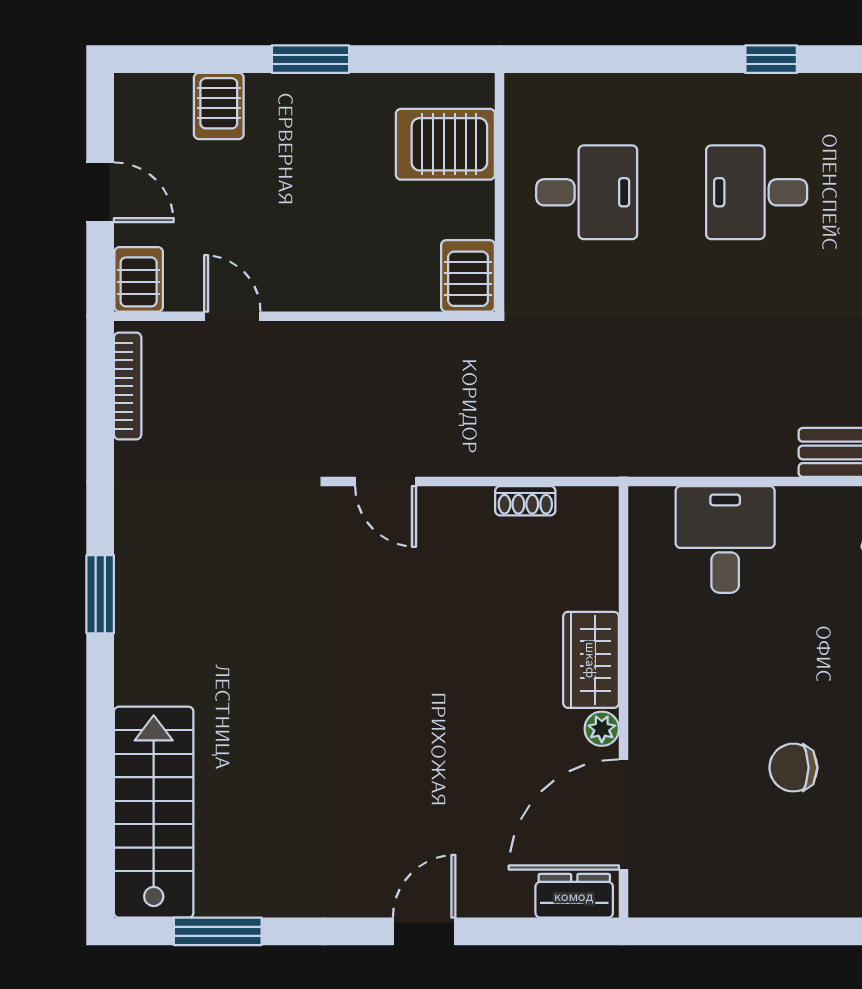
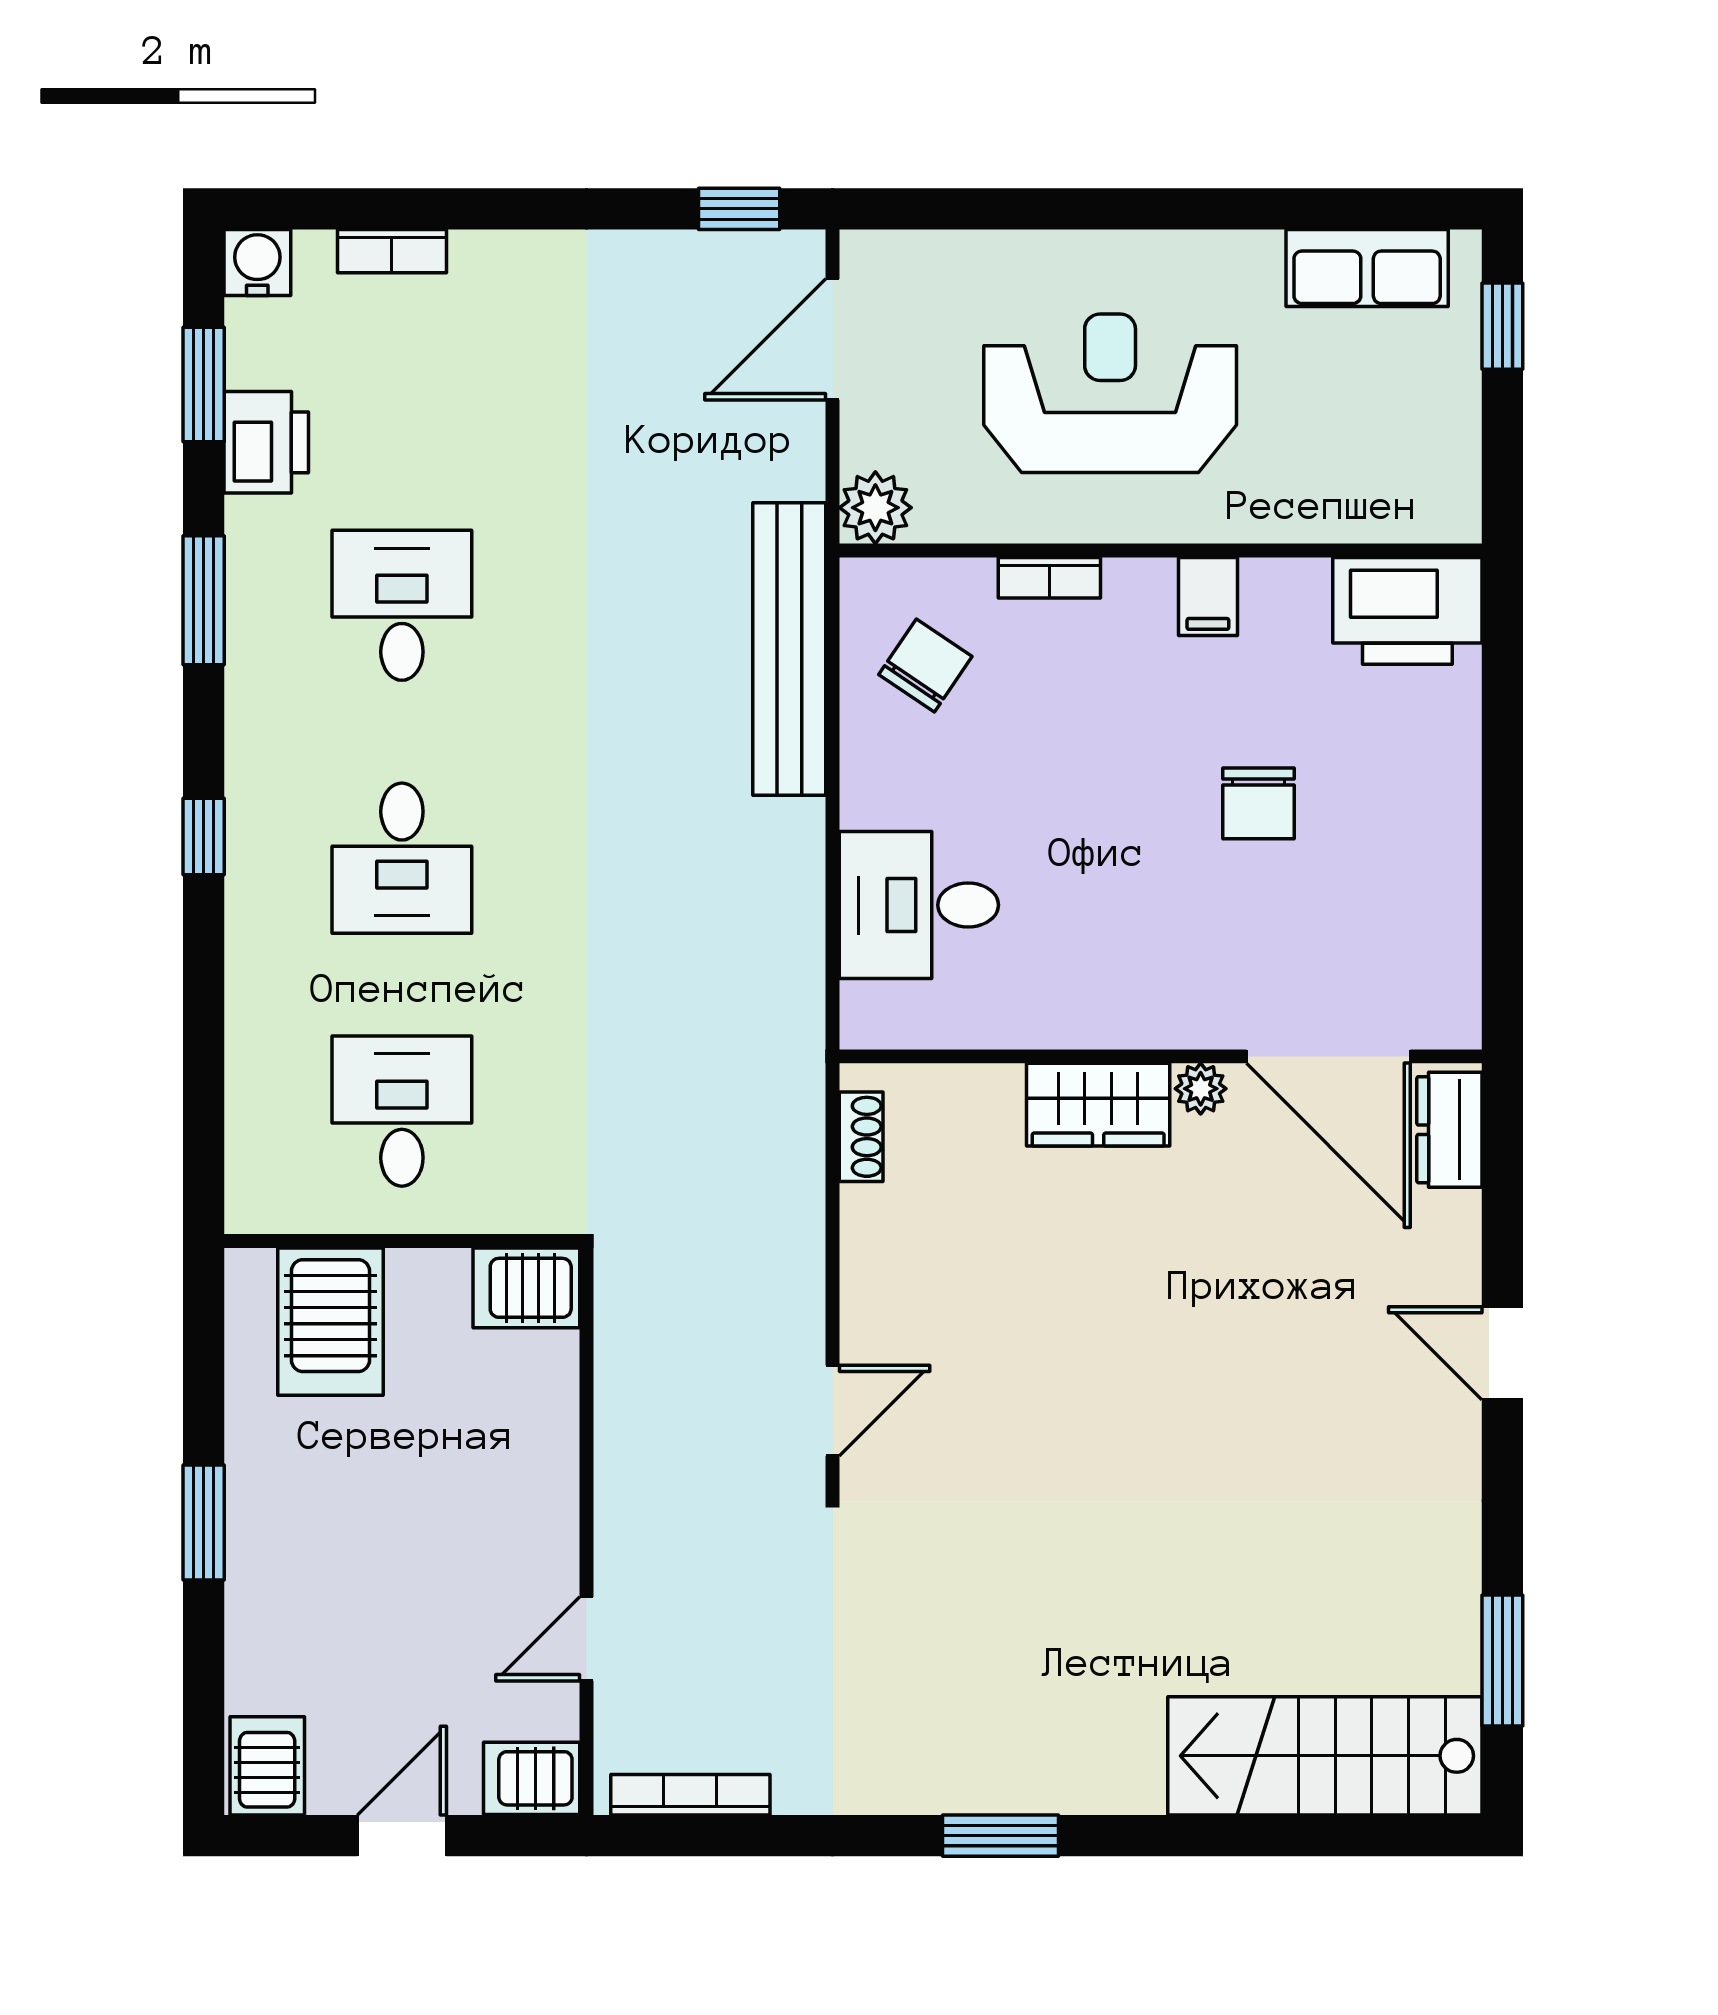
server rack: (219, 106) -> (267, 1766), moved, turned -90
shoe rack: (525, 501) -> (861, 1137), moved

